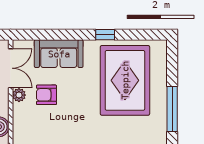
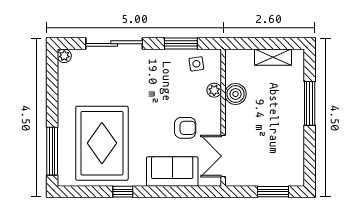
plant: (19, 95) -> (214, 90), moved
window: (172, 109) -> (52, 151), moved

